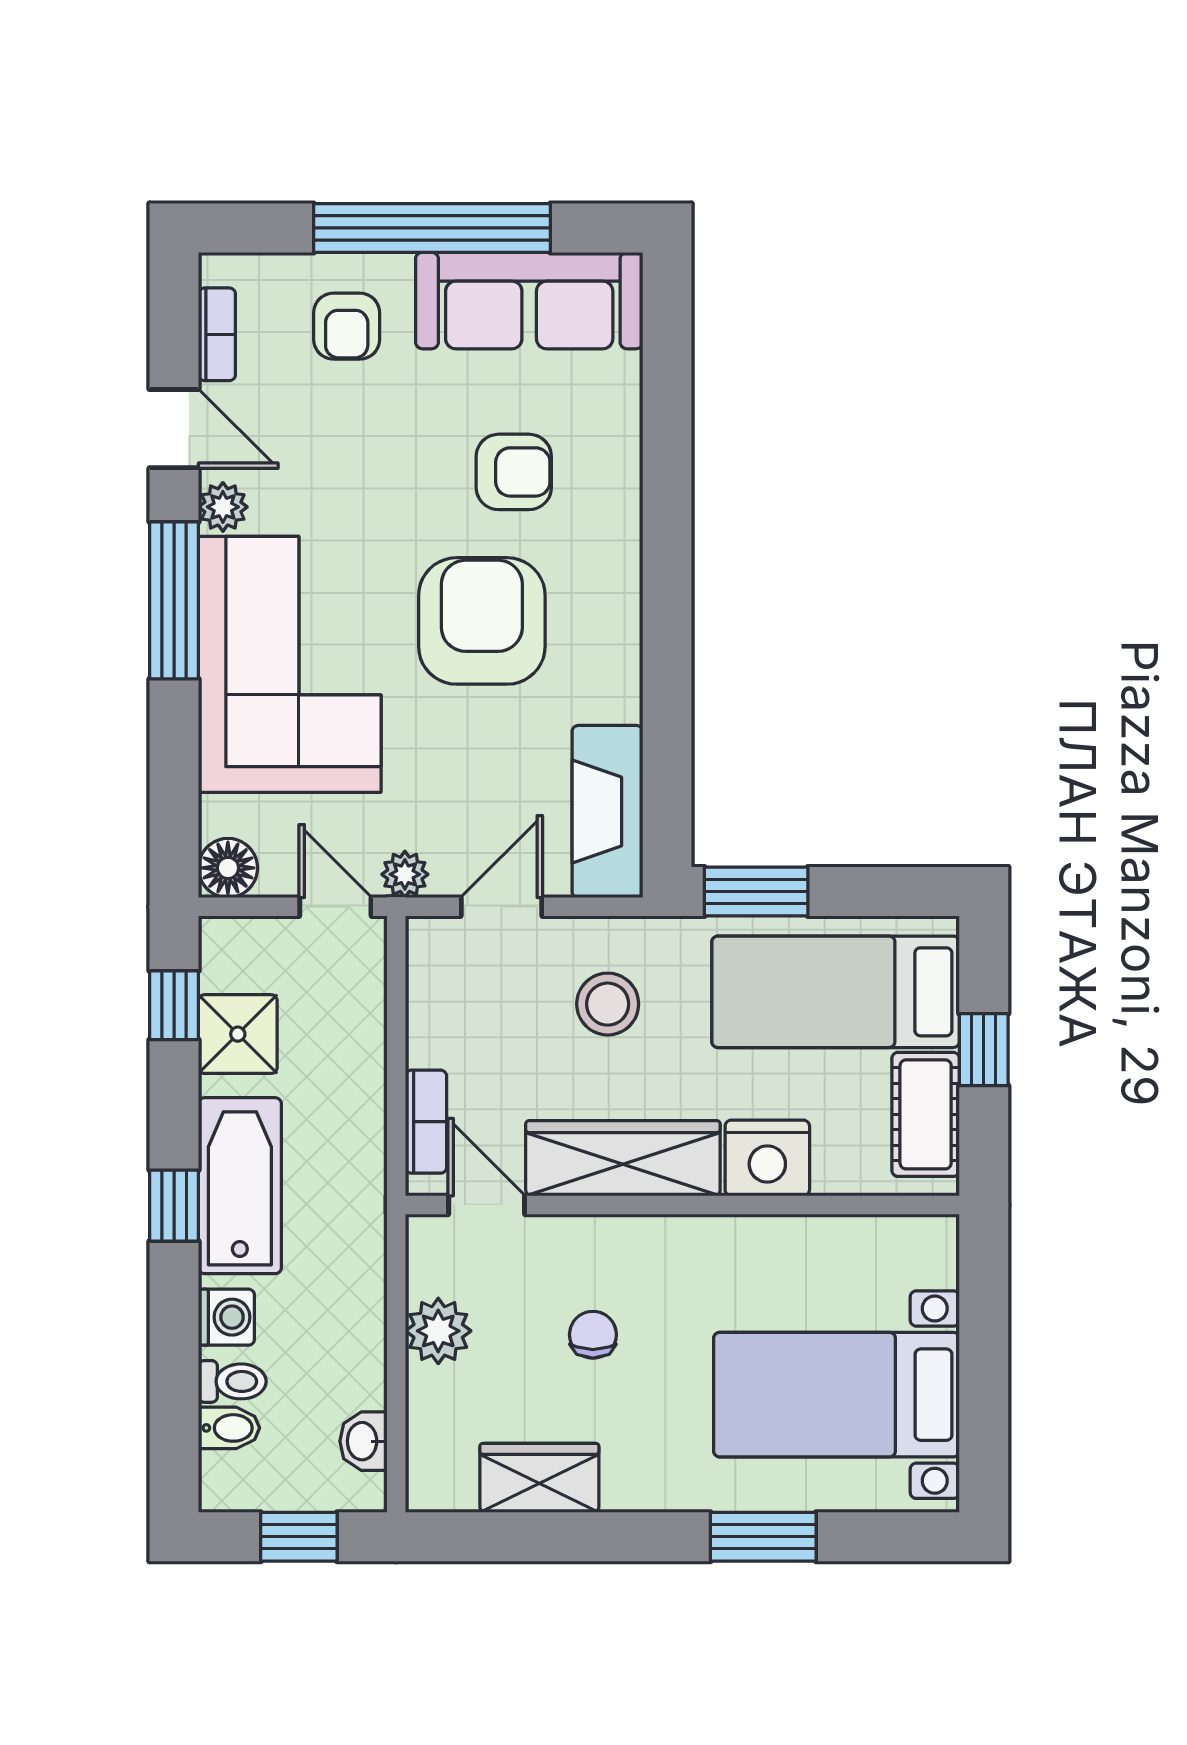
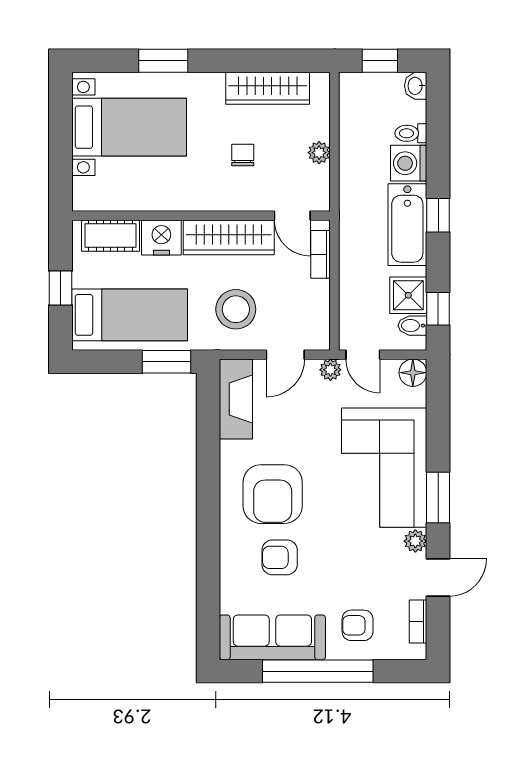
armchair: (347, 326) -> (358, 625), turned -90
door: (174, 429) -> (438, 578), swing flipped
window: (174, 600) -> (438, 497), width x0.69
armchair: (482, 621) -> (273, 494), moved
stool: (608, 1004) -> (236, 309), width x1.38, depth x1.38
cot: (926, 1114) -> (111, 236), moved, turned 90
washing machine: (226, 1317) -> (409, 163), width x1.38, depth x1.38
plant: (438, 1331) -> (319, 153), width x0.73, depth x0.73
chair: (593, 1335) -> (243, 155), turned 180
bidet: (229, 1428) -> (412, 326), moved
washbasin: (363, 1441) -> (416, 86), moved, turned 180
wardrobe: (539, 1478) -> (268, 88), width x1.50

